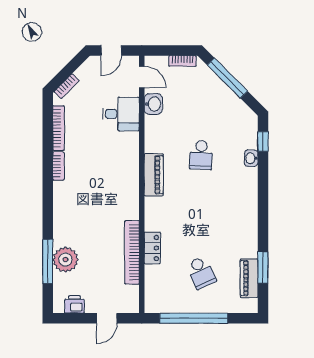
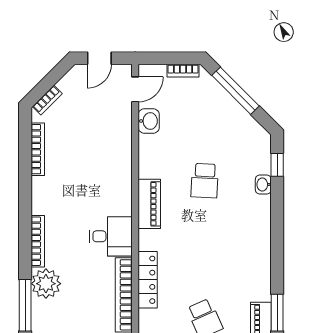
door: (142, 77) -> (135, 89), hinge flipped
desk: (121, 114) -> (111, 236), moved
bookcase: (58, 166) -> (38, 241), moved, width x1.56
locker: (152, 248) -> (148, 280), width x1.53
plant: (66, 260) -> (46, 284), moved

